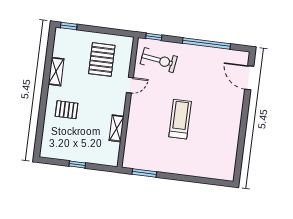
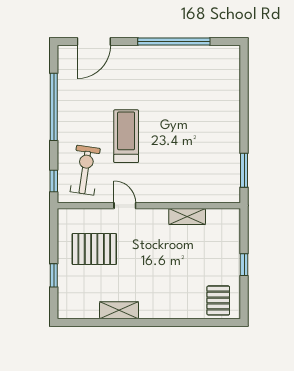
window: (69, 26) -> (54, 275), moved
pallet: (67, 110) -> (218, 300), moved
treadmill: (180, 119) -> (126, 136), moved, turned 90
window: (242, 135) -> (174, 42), added

